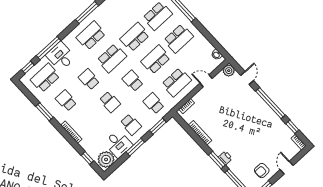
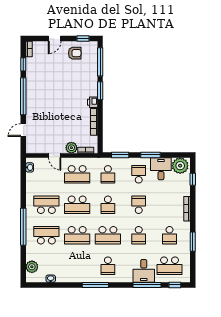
school desk: (91, 36) -> (108, 266), width x0.54
school desk: (112, 58) -> (108, 235), turned 180
plant: (229, 71) -> (71, 148), moved
school desk: (177, 82) -> (77, 174), turned 180
printer: (225, 158) -> (93, 102), moved

